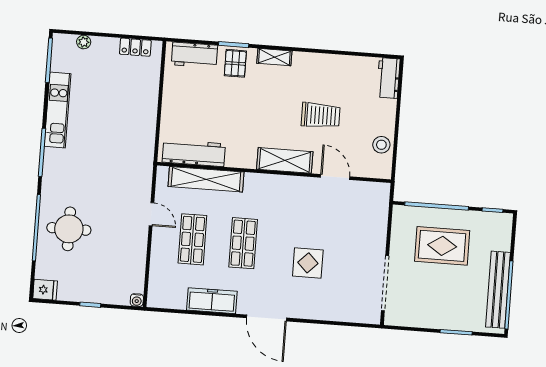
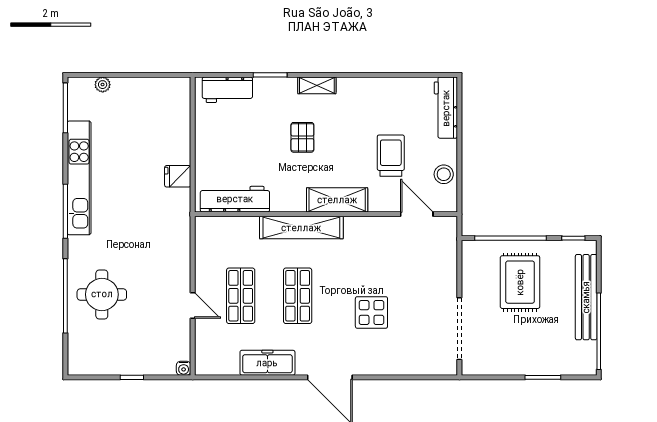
locker: (135, 47) -> (161, 86), removed
pallet: (235, 63) -> (302, 137), moved
workbench: (388, 78) -> (446, 108), width x1.38
kitchen unit: (58, 110) -> (79, 178), width x1.36
trolley: (321, 115) -> (391, 156), moved, turned -90
door: (335, 177) -> (417, 214), moved
shelving: (206, 179) -> (301, 228), moved
door: (151, 214) -> (193, 305), moved
rug: (442, 246) -> (520, 282), turned 90
fridge: (45, 290) -> (178, 176), moved, turned 180
bench: (498, 290) -> (586, 297), moved

